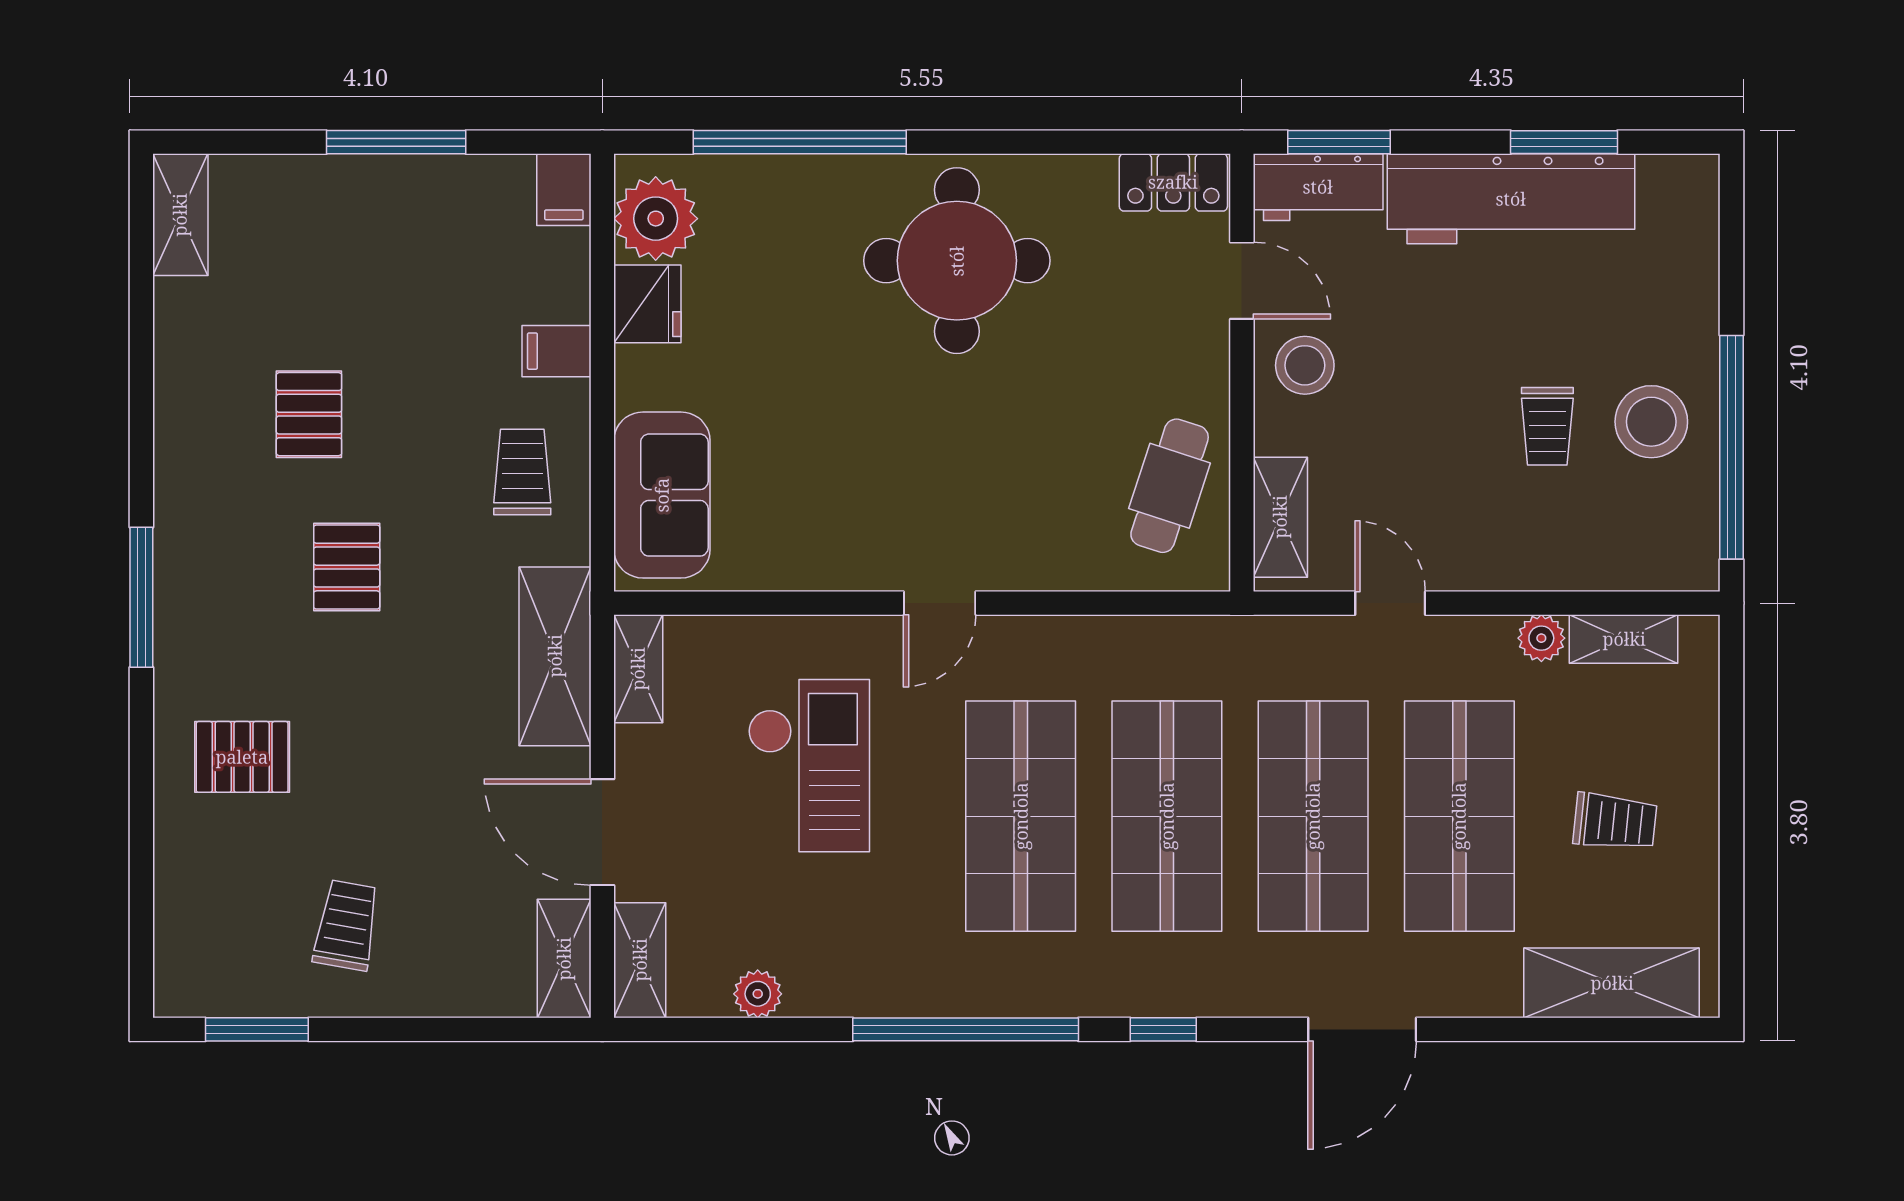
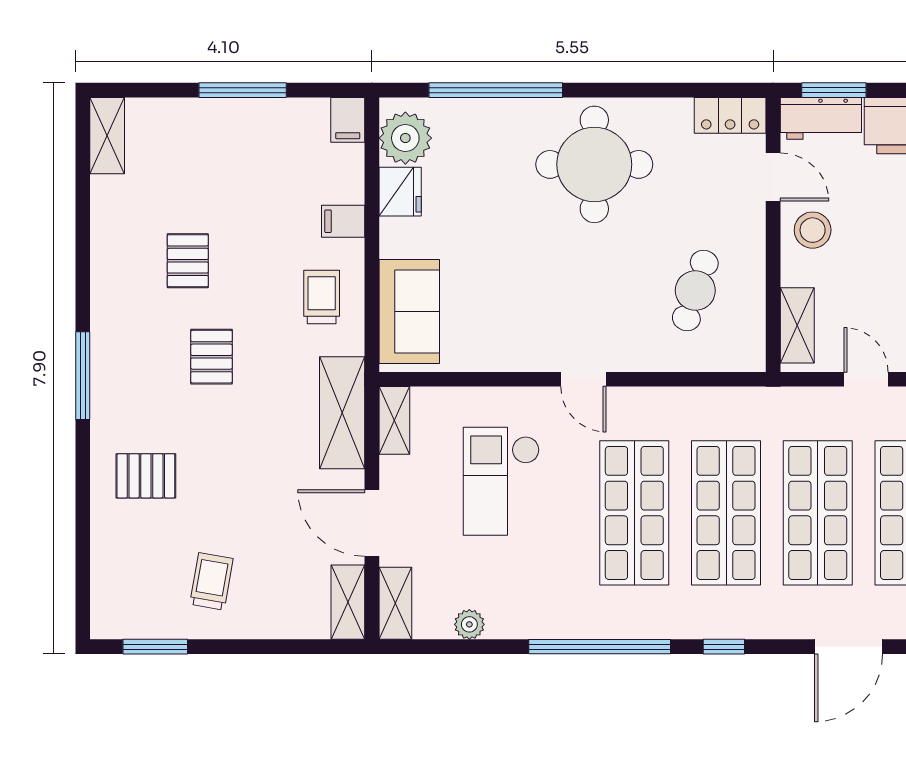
cafe table: (1170, 486) -> (695, 291), moved
door: (940, 603) -> (583, 379), hinge flipped
checkout: (809, 766) -> (501, 481), turned 180

